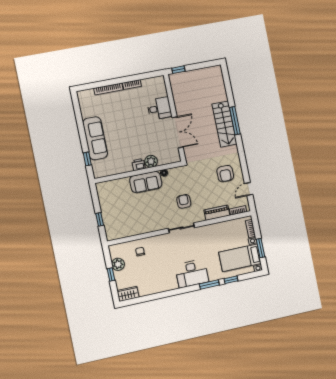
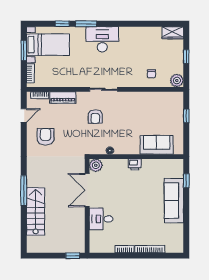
stairs: (224, 124) -> (36, 211), moved
plant: (151, 161) -> (96, 165), moved
sofa: (146, 182) -> (157, 145), moved
plant: (118, 264) -> (177, 80), moved

